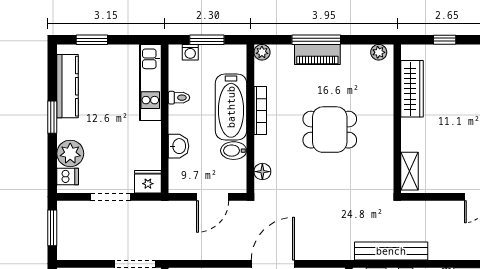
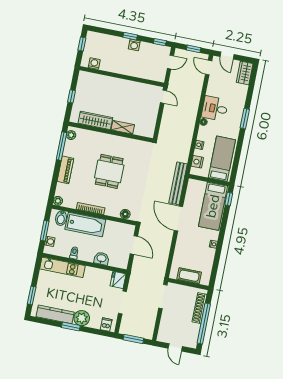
window: (316, 40) -> (61, 146), moved
bidet: (234, 151) -> (61, 218), moved
plant: (70, 153) -> (82, 318), moved
shelving: (410, 171) -> (123, 127), moved
bench: (391, 251) -> (178, 183), moved

